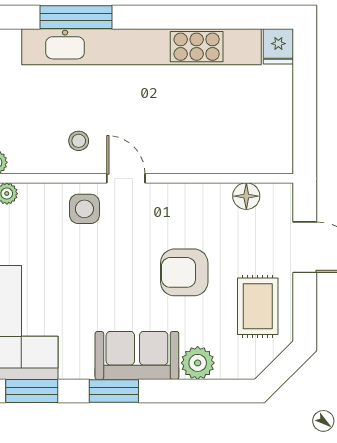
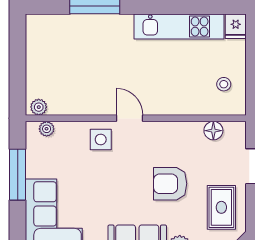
kitchen unit: (142, 47) -> (179, 27), width x0.54
stool: (79, 141) -> (224, 84), moved

